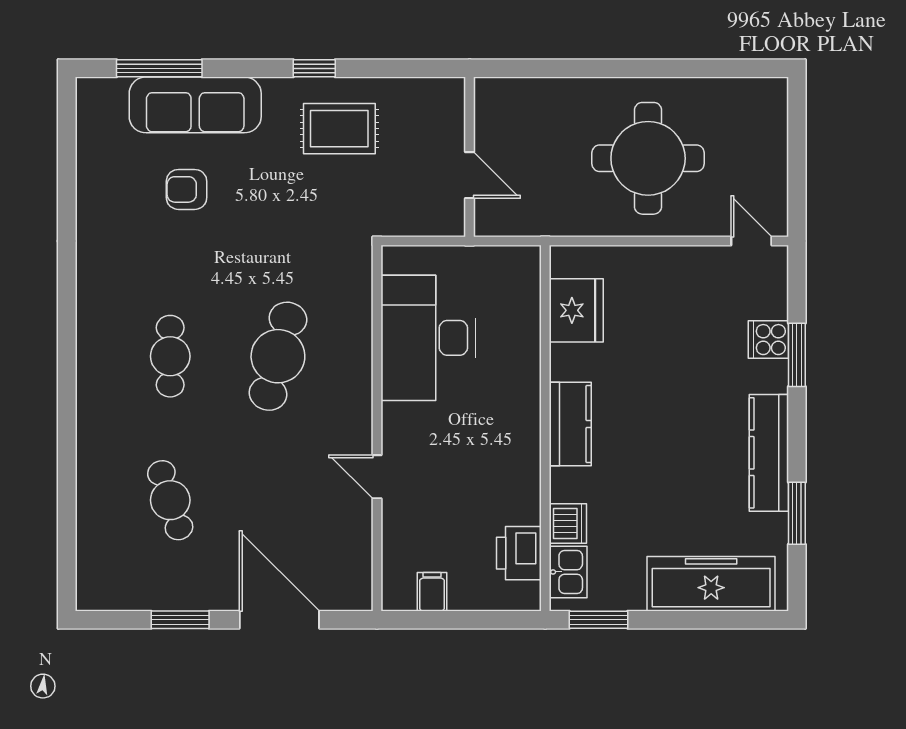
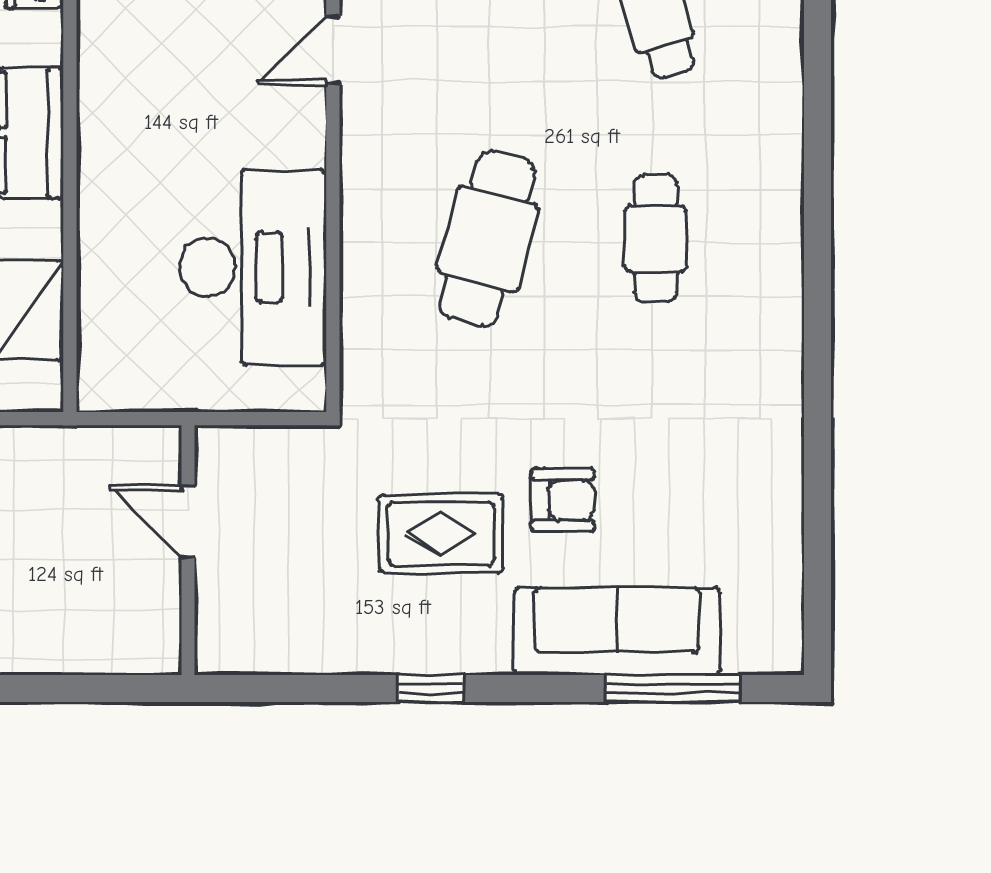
rug: (339, 129) -> (441, 534), moved
armchair: (187, 189) -> (562, 500), moved
door: (377, 477) -> (333, 50), swing flipped

